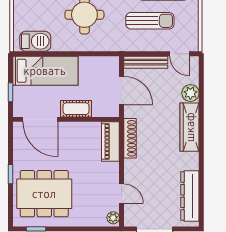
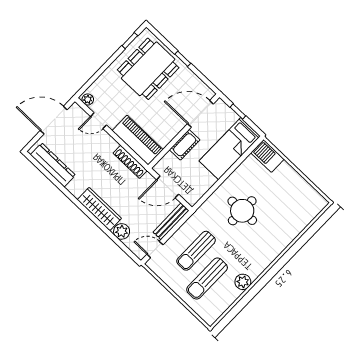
barbecue: (35, 41) -> (268, 156), moved, turned 90
piano: (110, 141) -> (138, 140), width x1.37, depth x1.33

